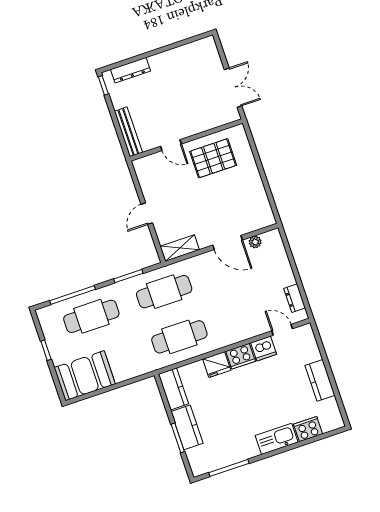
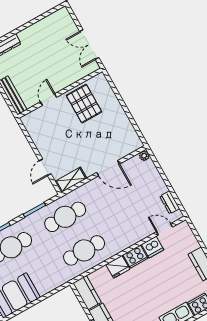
double door: (233, 88) -> (89, 45), swing flipped
door: (171, 145) -> (49, 100), swing flipped
pallet: (213, 158) -> (84, 104), turned 90
door: (147, 214) -> (45, 167), moved
plant: (255, 242) -> (144, 156), moved

